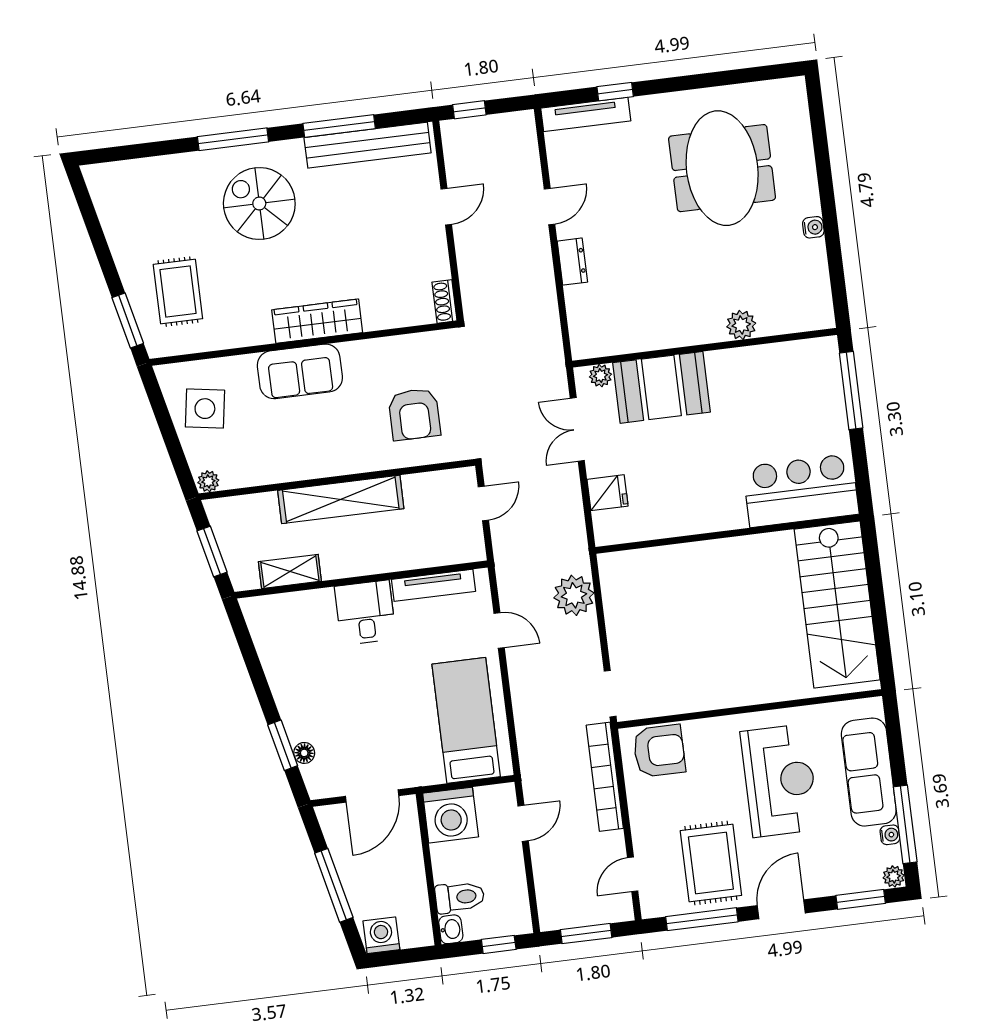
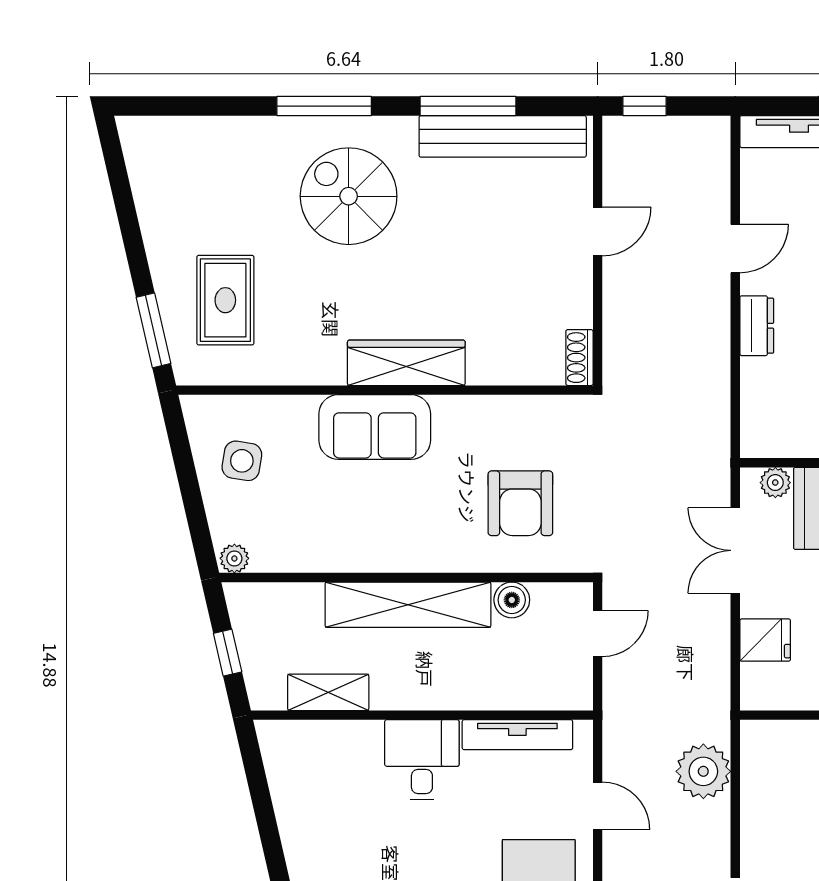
side table: (205, 409) -> (242, 461), width x0.73, depth x0.73
boiler: (417, 486) -> (512, 600), added
window: (212, 551) -> (228, 653), width x0.67

